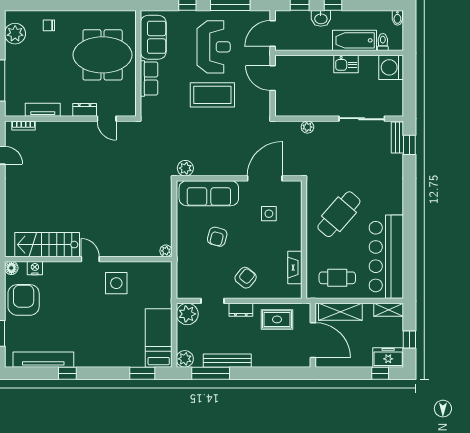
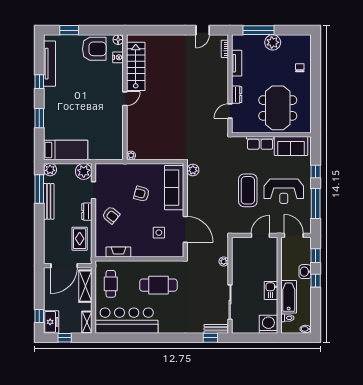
plant: (15, 34) -> (273, 42), moved
cafe table: (339, 214) -> (158, 285), turned -41
side table: (116, 283) -> (107, 118), removed
window: (142, 373) -> (39, 118), moved

